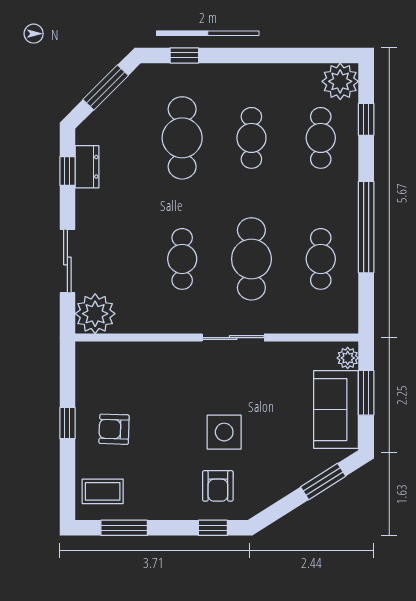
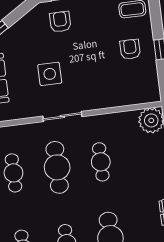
armchair: (114, 429) -> (130, 49), turned -92
side table: (224, 432) -> (50, 74), moved

